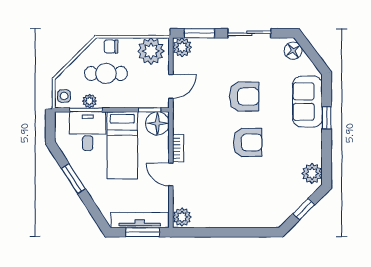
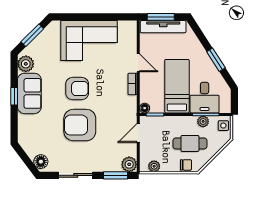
plant: (151, 51) -> (154, 166), width x0.53, depth x0.53
armchair: (244, 97) -> (80, 125), width x1.36, depth x1.36
sofa: (307, 102) -> (29, 93), moved
window: (327, 118) -> (14, 96), moved
floor lamp: (157, 123) -> (145, 108), width x0.53, depth x0.53
armchair: (248, 142) -> (77, 89), turned 180
corner sofa: (233, 203) -> (89, 41), added
window: (304, 209) -> (32, 35), width x1.50
plant: (182, 217) -> (129, 29), removed

